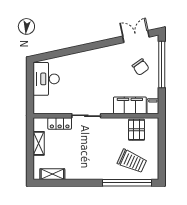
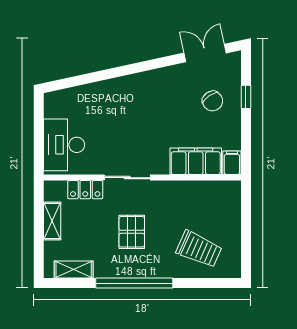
window: (162, 64) -> (246, 97), width x0.32
desk: (46, 79) -> (64, 145), moved
pallet: (137, 130) -> (132, 232), moved
window: (127, 183) -> (134, 283), moved

